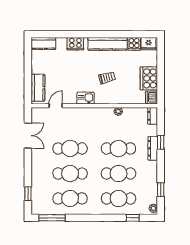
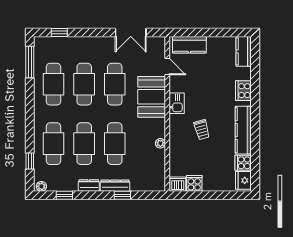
cooker: (149, 78) -> (194, 183), width x0.53, depth x0.76
dresser: (153, 116) -> (89, 186), moved
booth: (80, 119) -> (152, 97), added

